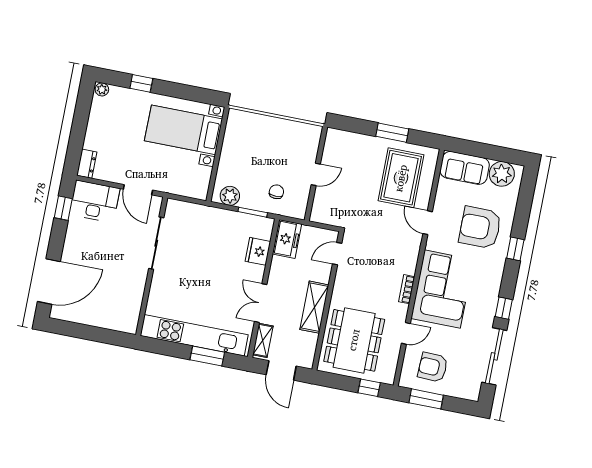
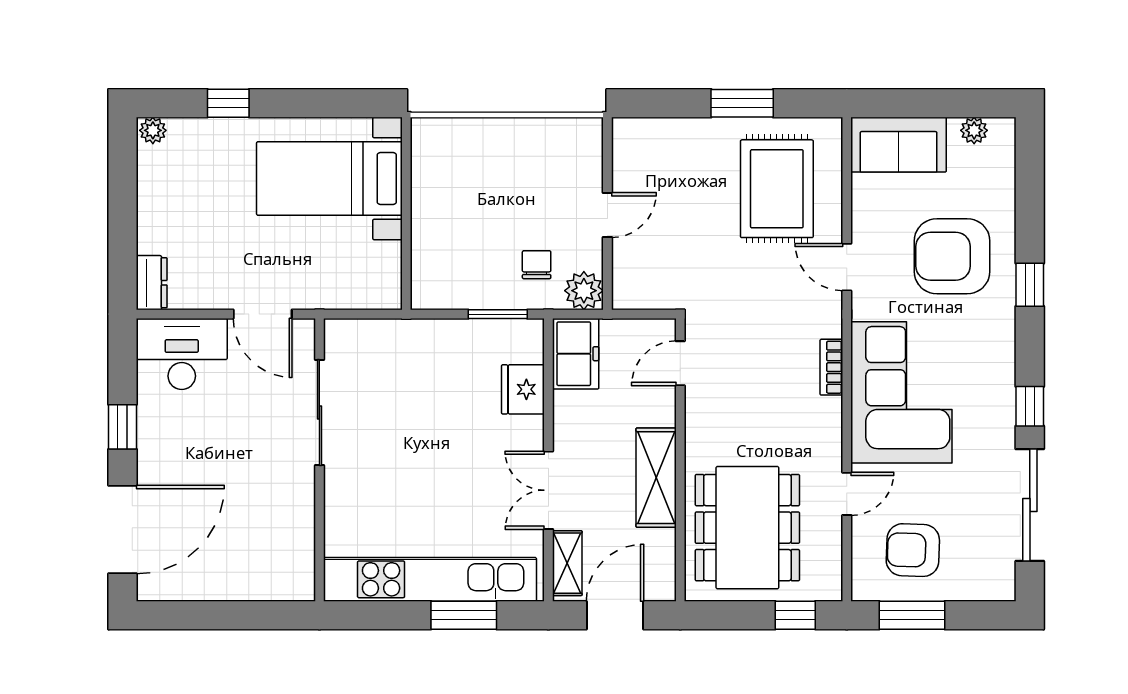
plant: (502, 174) -> (974, 130), width x0.53, depth x0.53
plant: (230, 196) -> (584, 291), moved
window: (63, 208) -> (122, 427), moved
bookcase: (407, 289) -> (831, 367), moved
door: (281, 370) -> (615, 615), swing flipped

